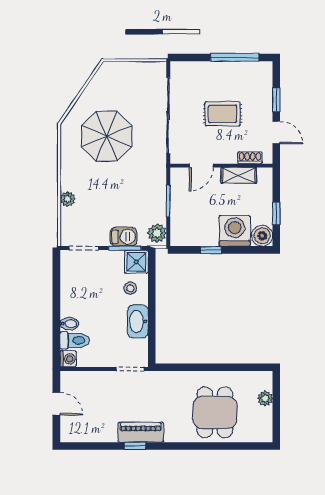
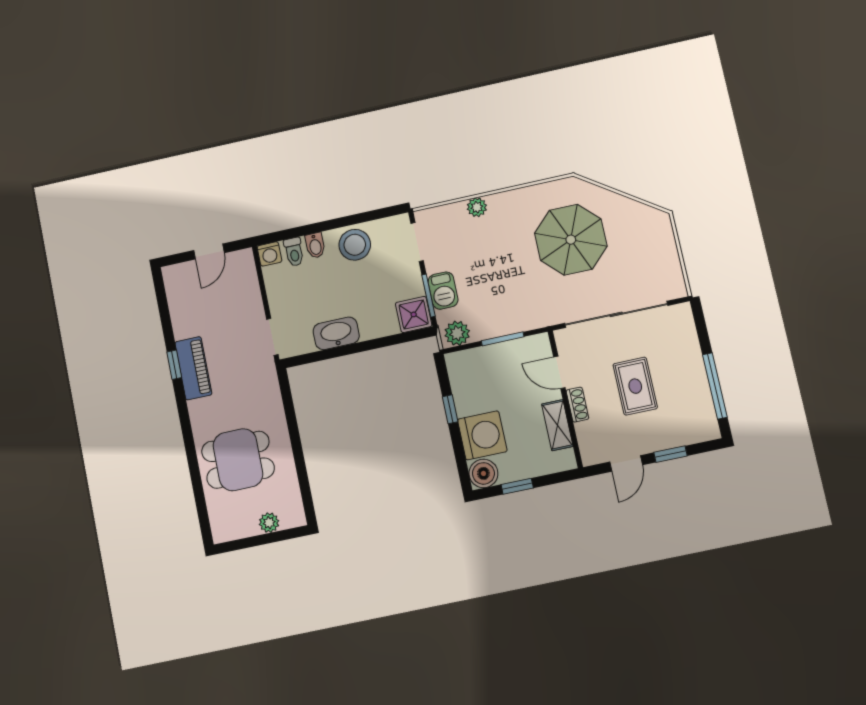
shoe rack: (250, 158) -> (577, 405), moved
stool: (130, 288) -> (355, 245), moved, width x1.89, depth x1.89
toilet: (75, 340) -> (294, 252), width x0.73, depth x0.72

